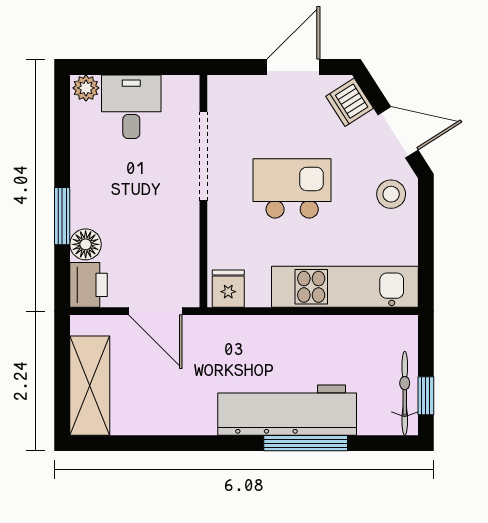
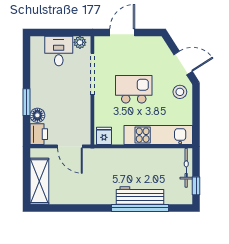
door: (293, 67) -> (122, 33), moved
plant: (86, 88) -> (80, 42), moved
dishwasher: (350, 102) -> (161, 49), removed
bicycle: (405, 393) -> (186, 168), moved
workbench: (287, 410) -> (140, 195), width x0.73, depth x0.76
window: (306, 443) -> (140, 208), width x1.46

